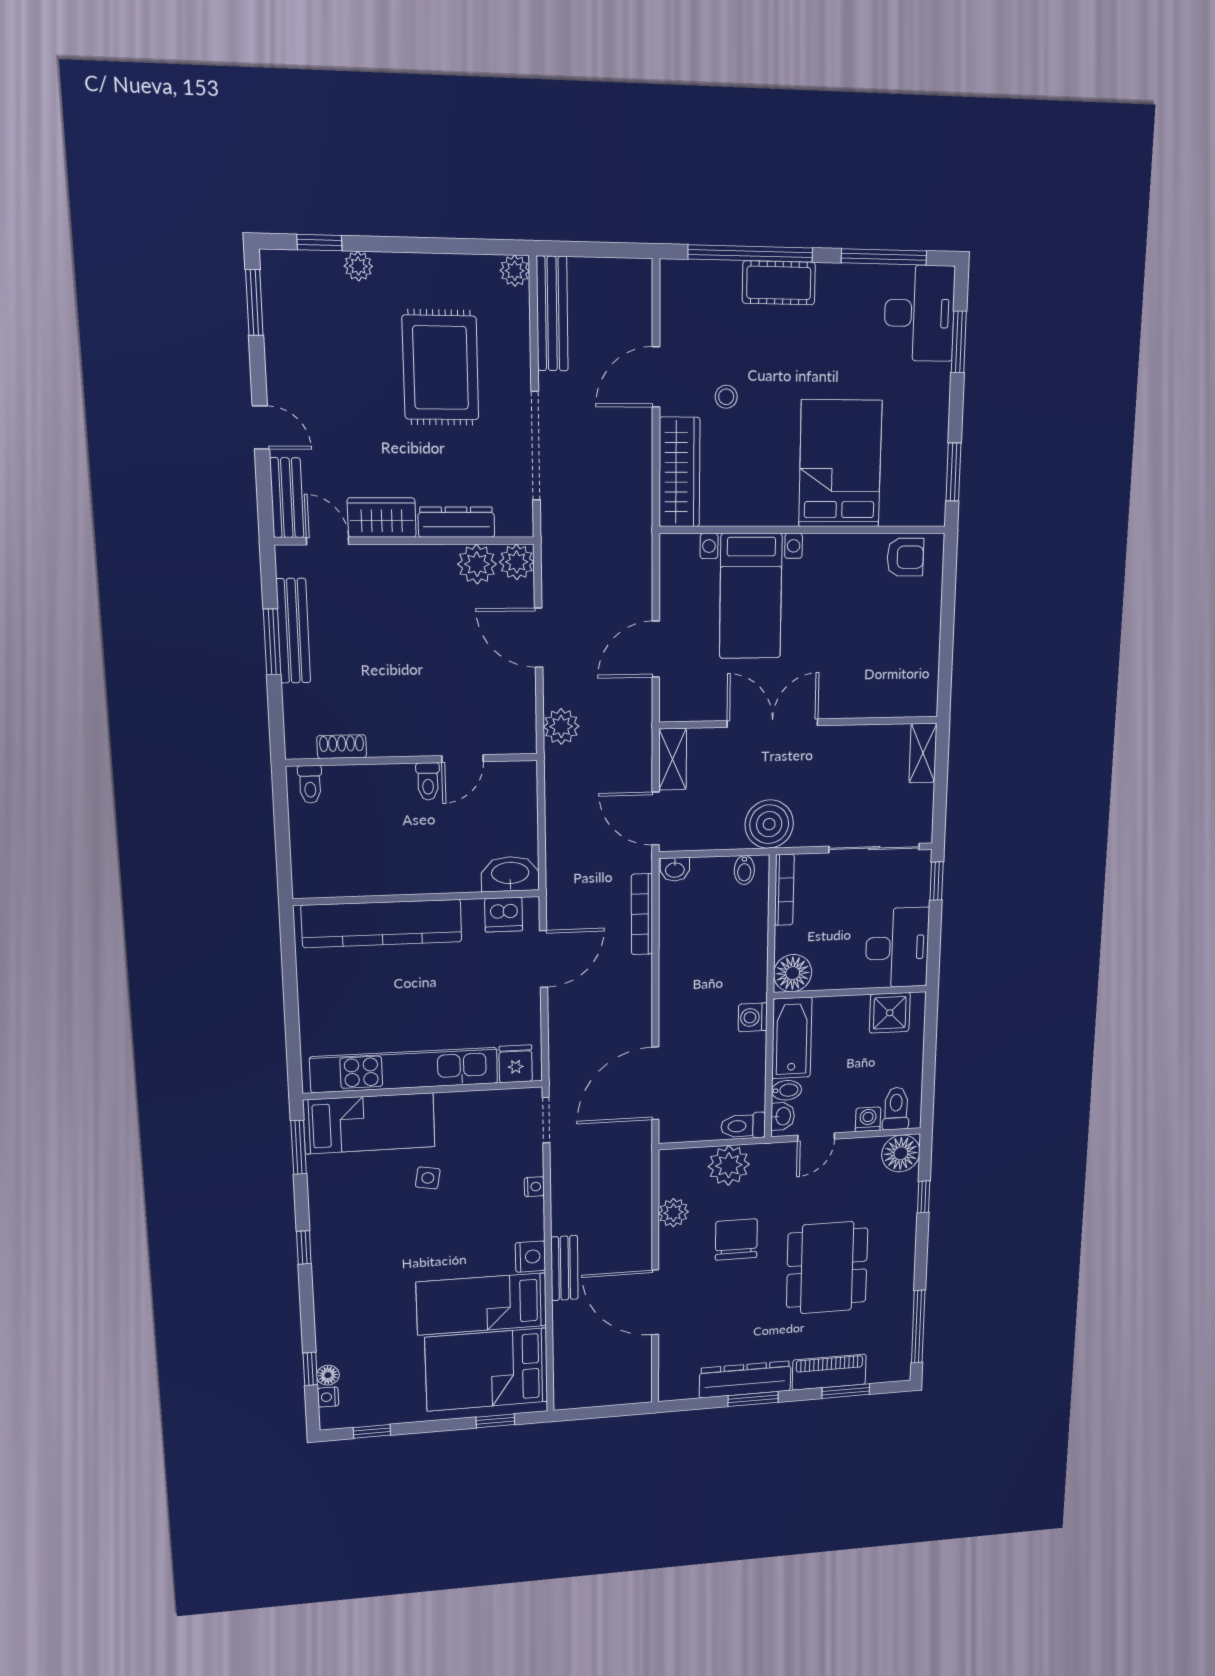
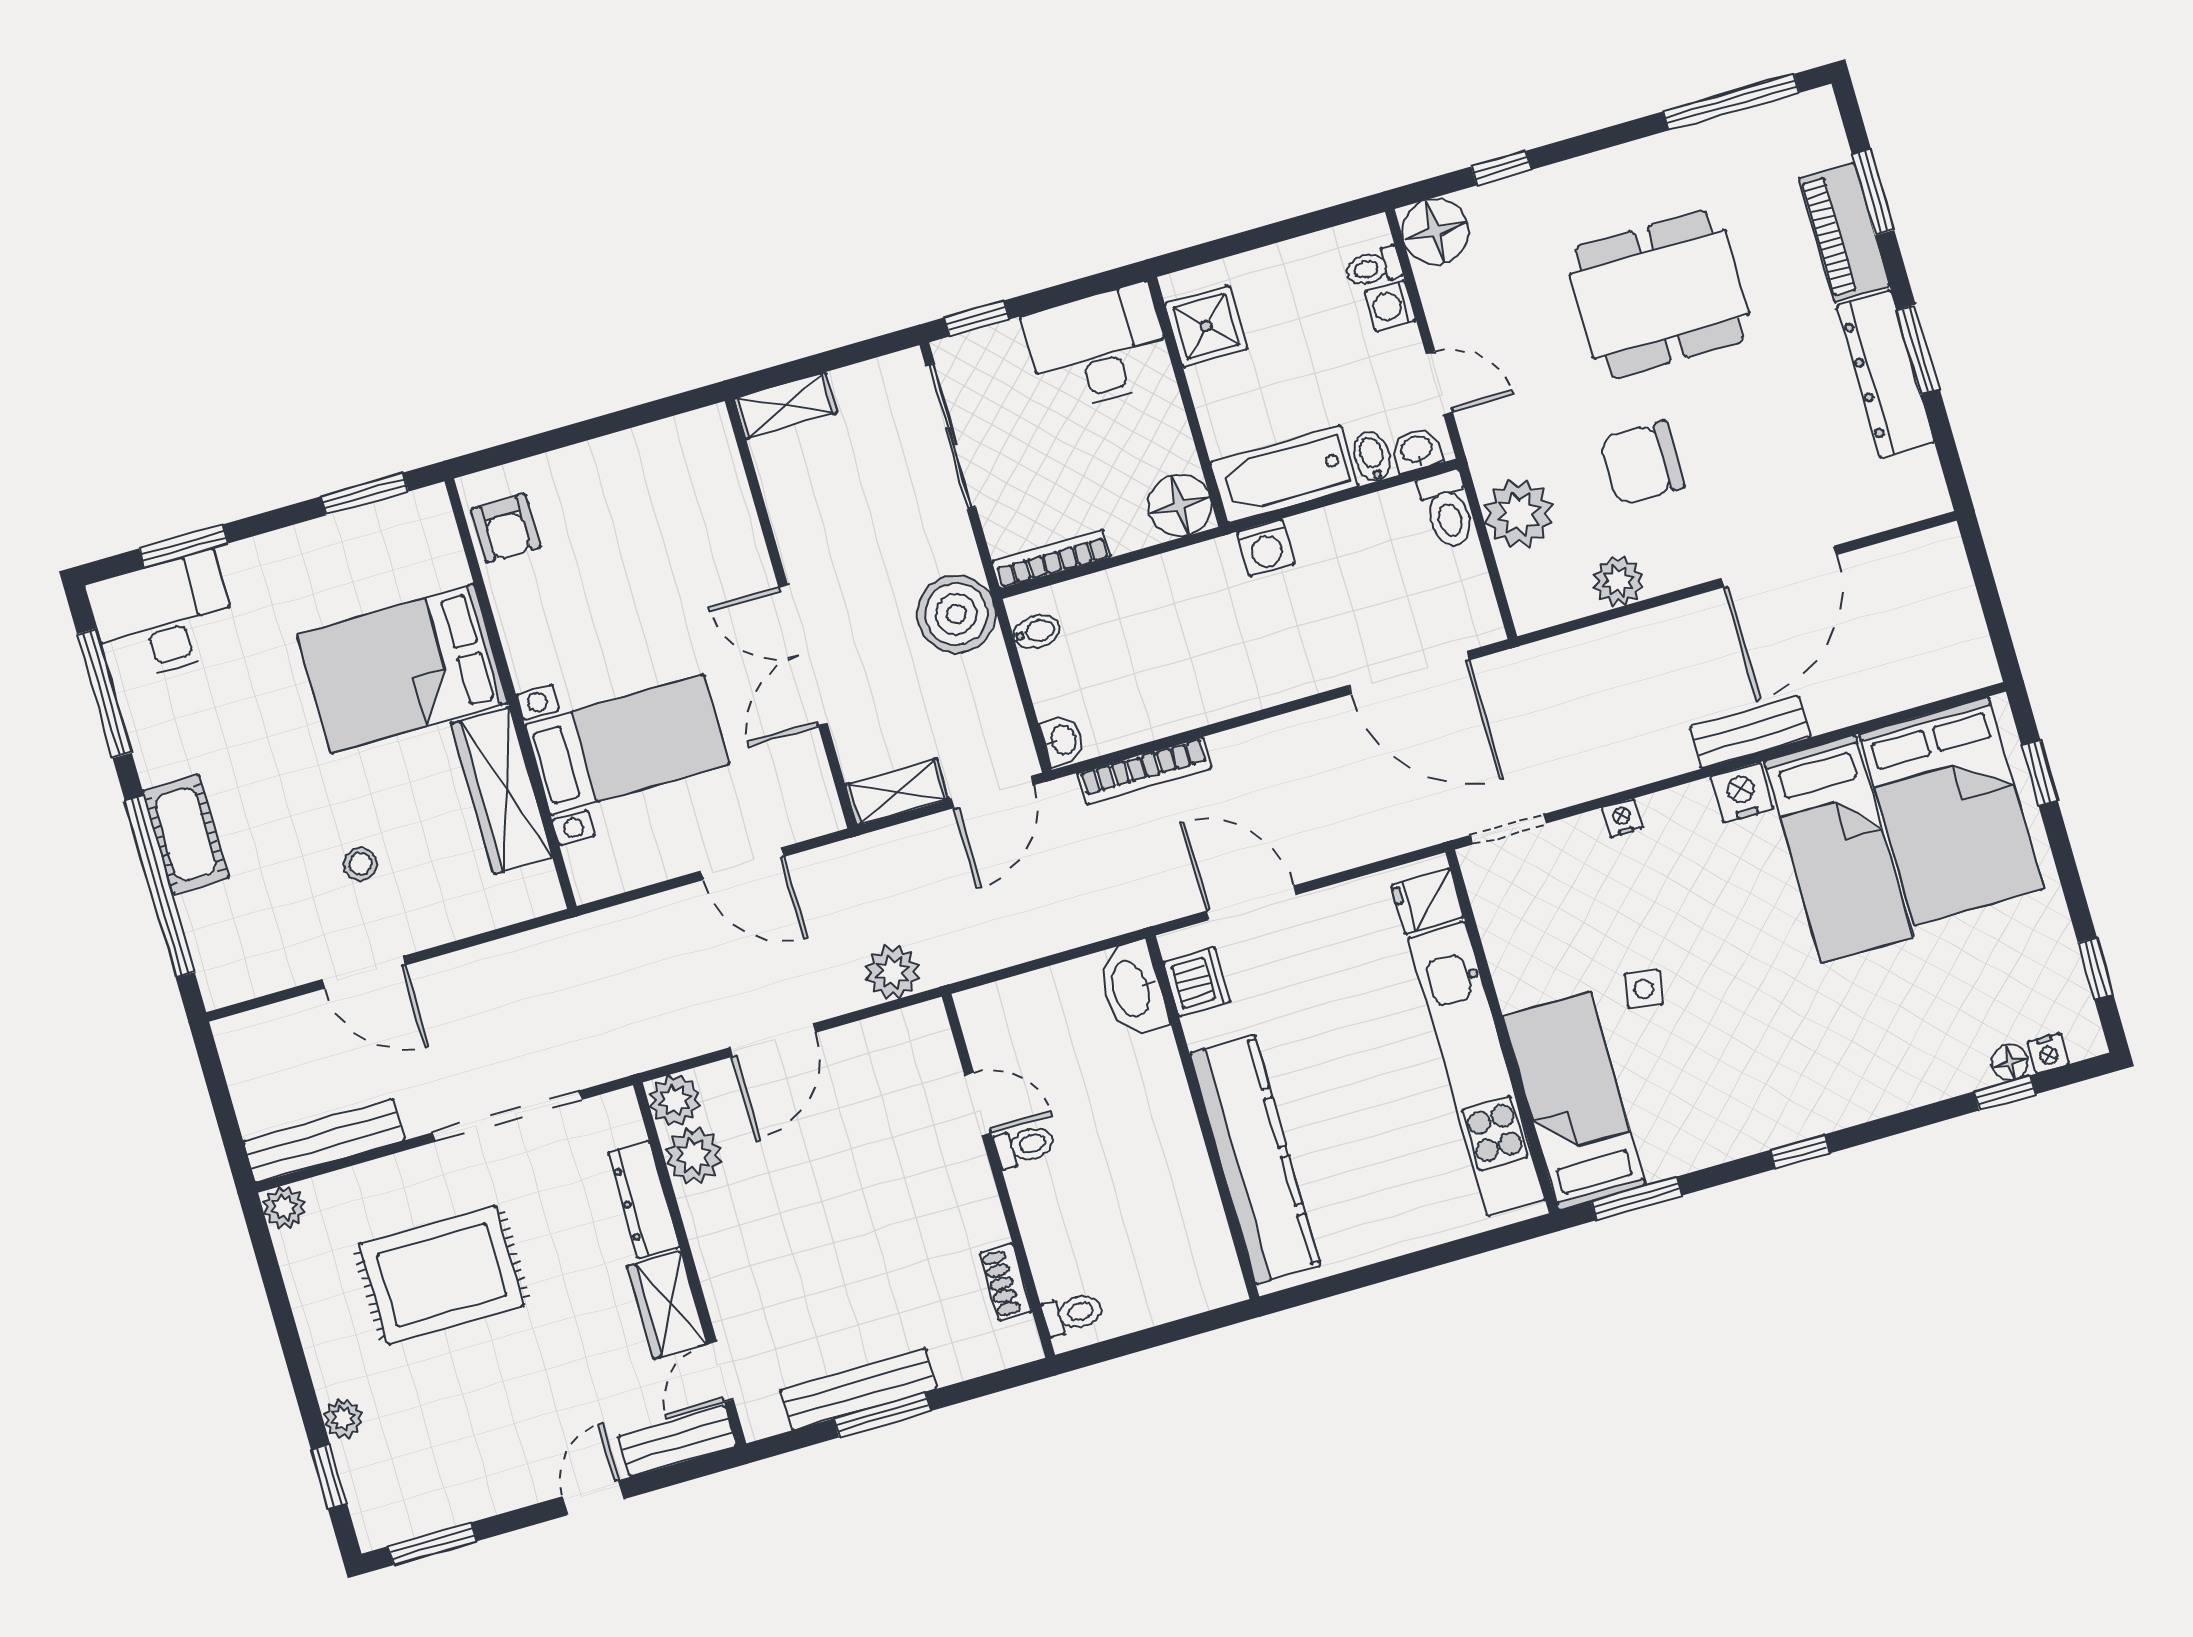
wardrobe: (679, 472) -> (502, 791), moved, turned -90
armchair: (905, 557) -> (506, 528), turned 180
toilet: (896, 1109) -> (1373, 267), width x0.73, depth x0.72

